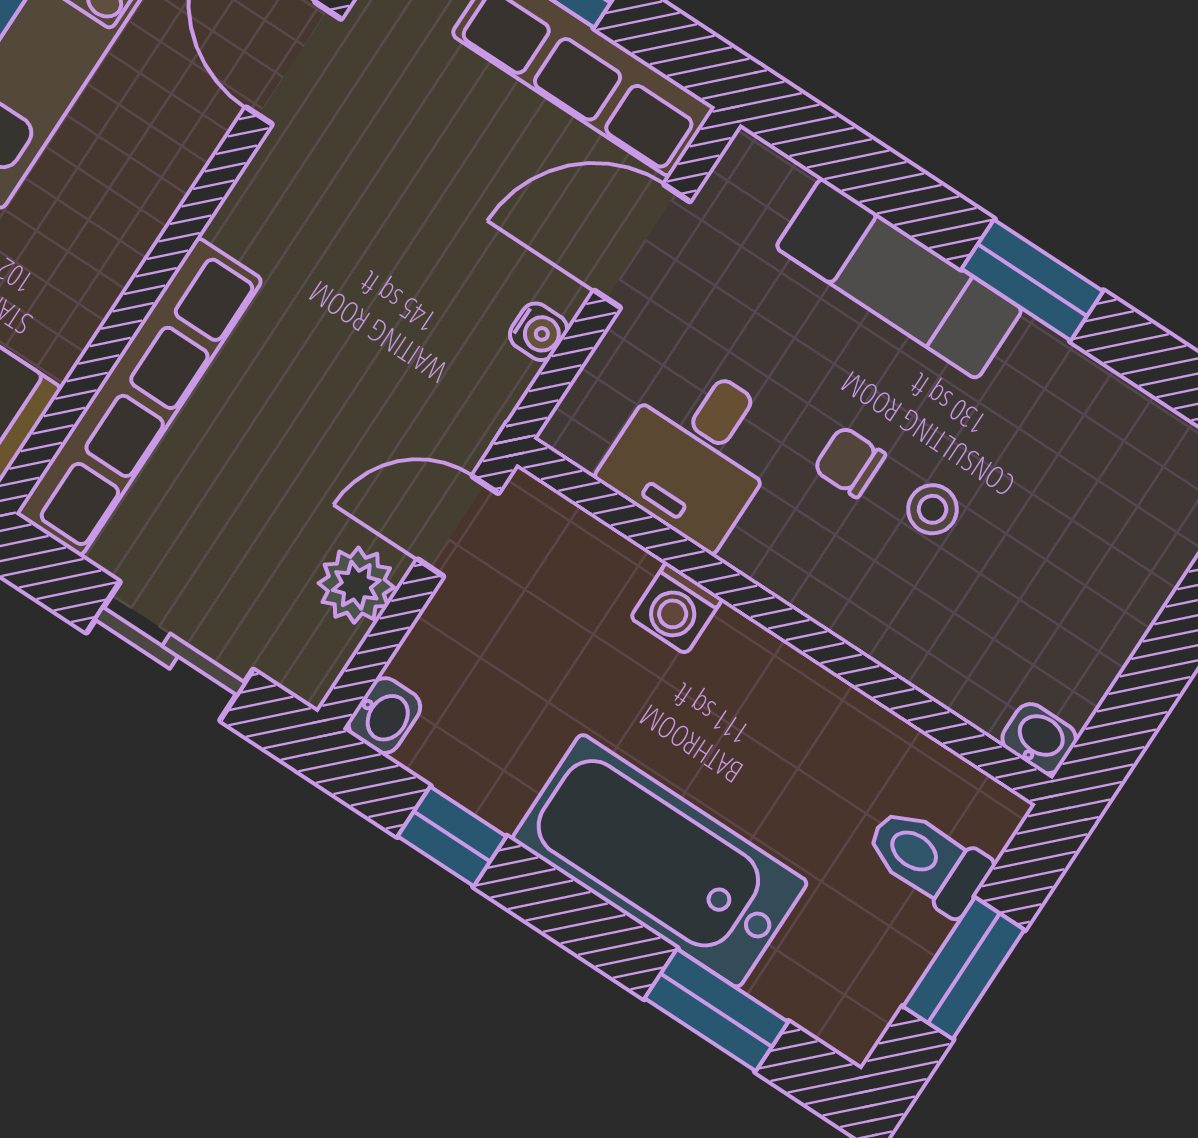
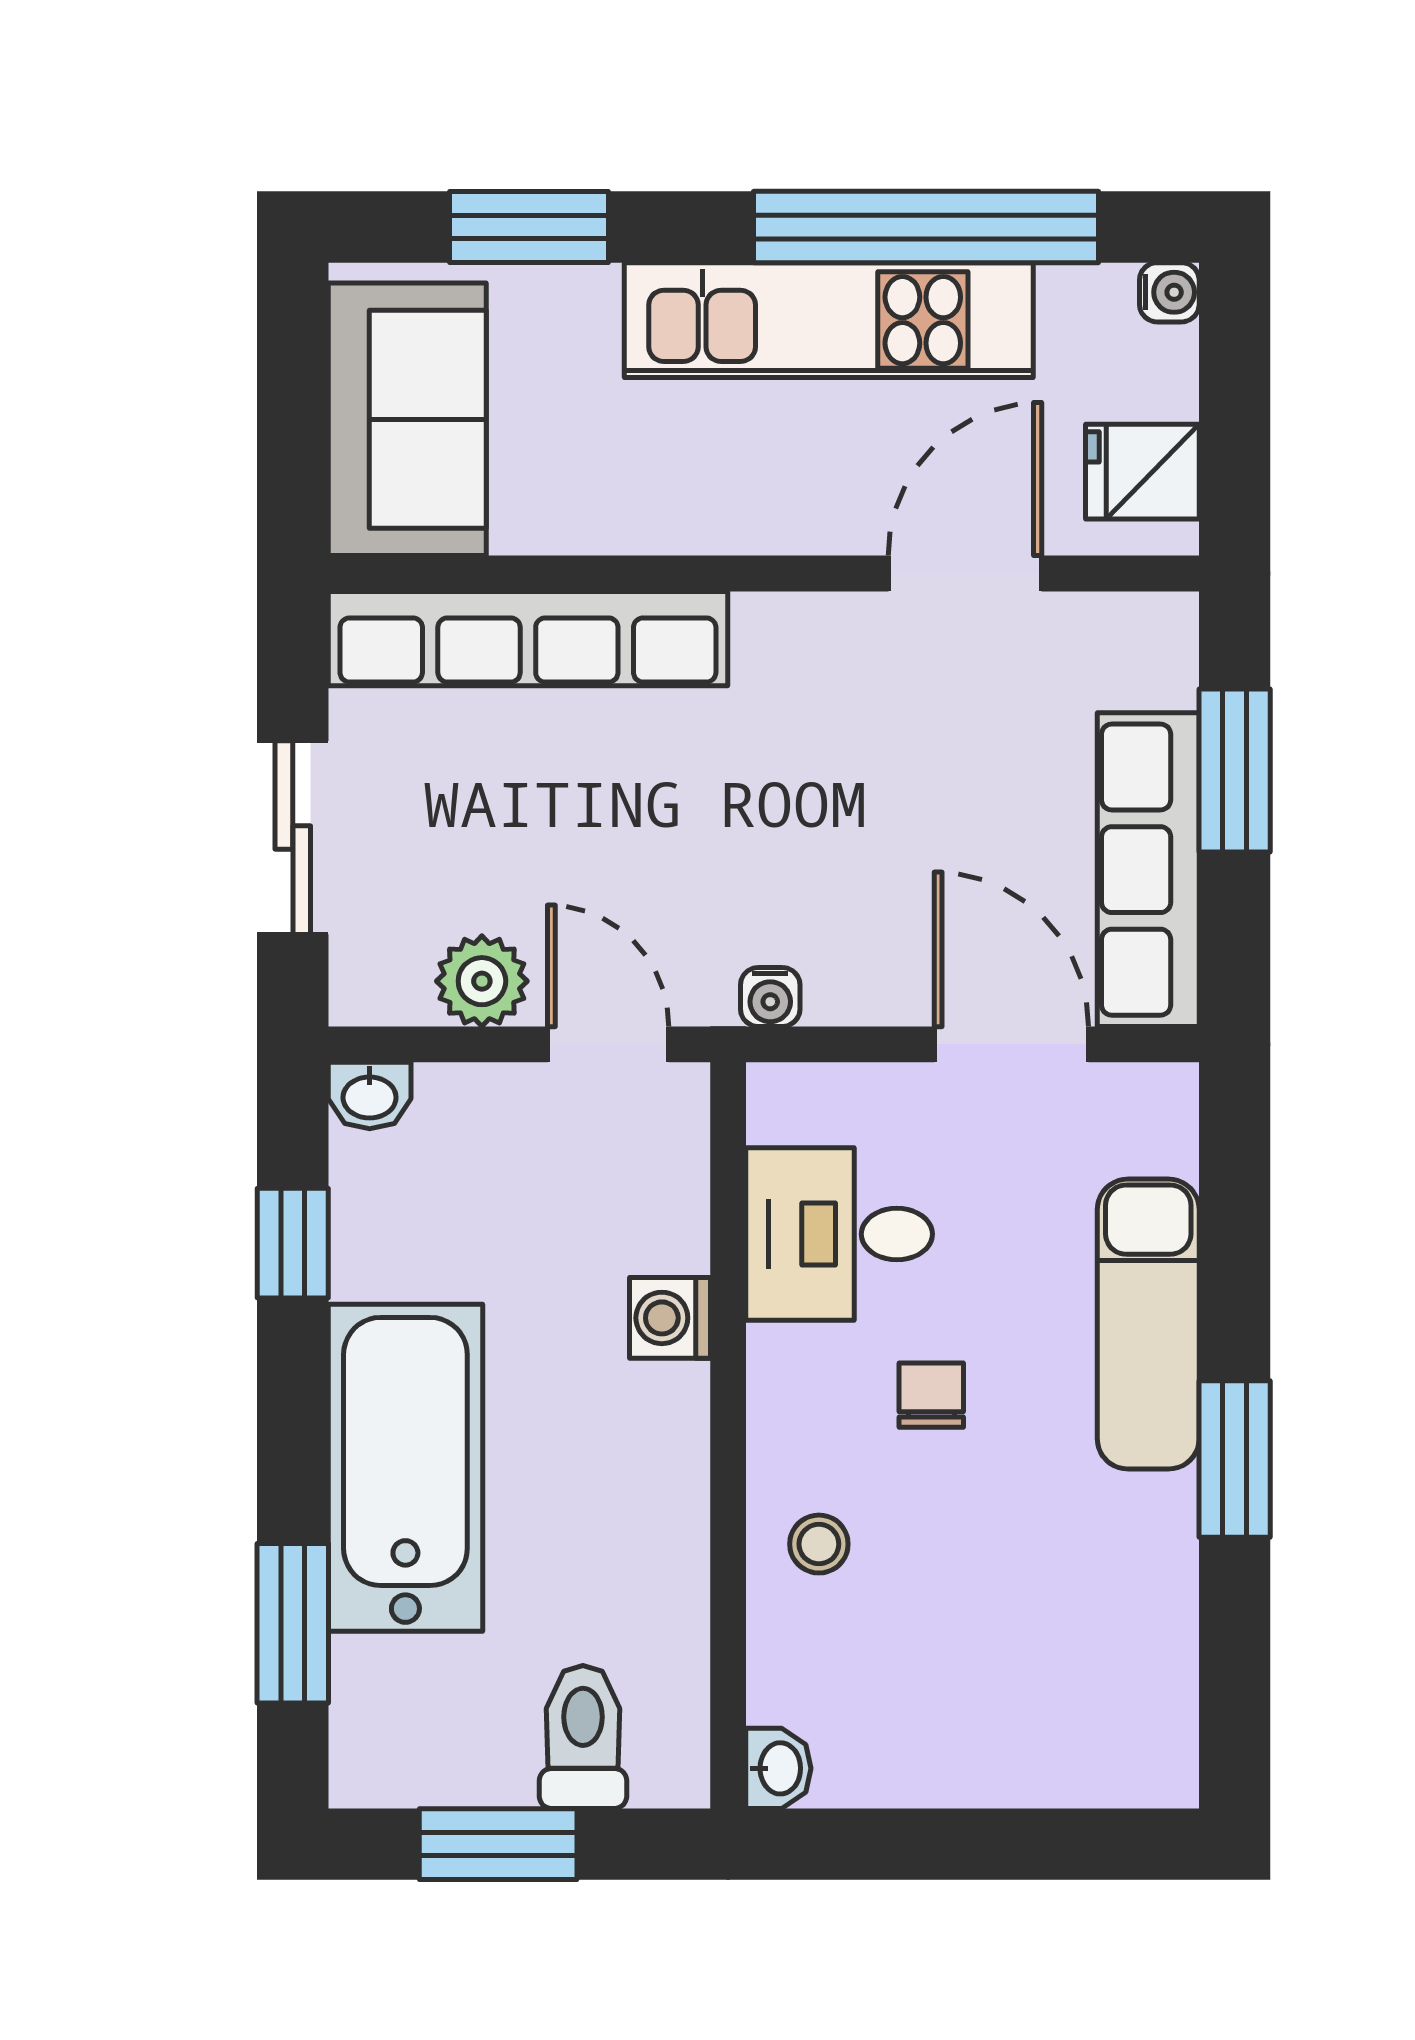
water cooler: (539, 332) -> (770, 997), moved
stool: (933, 509) -> (819, 1544), moved

